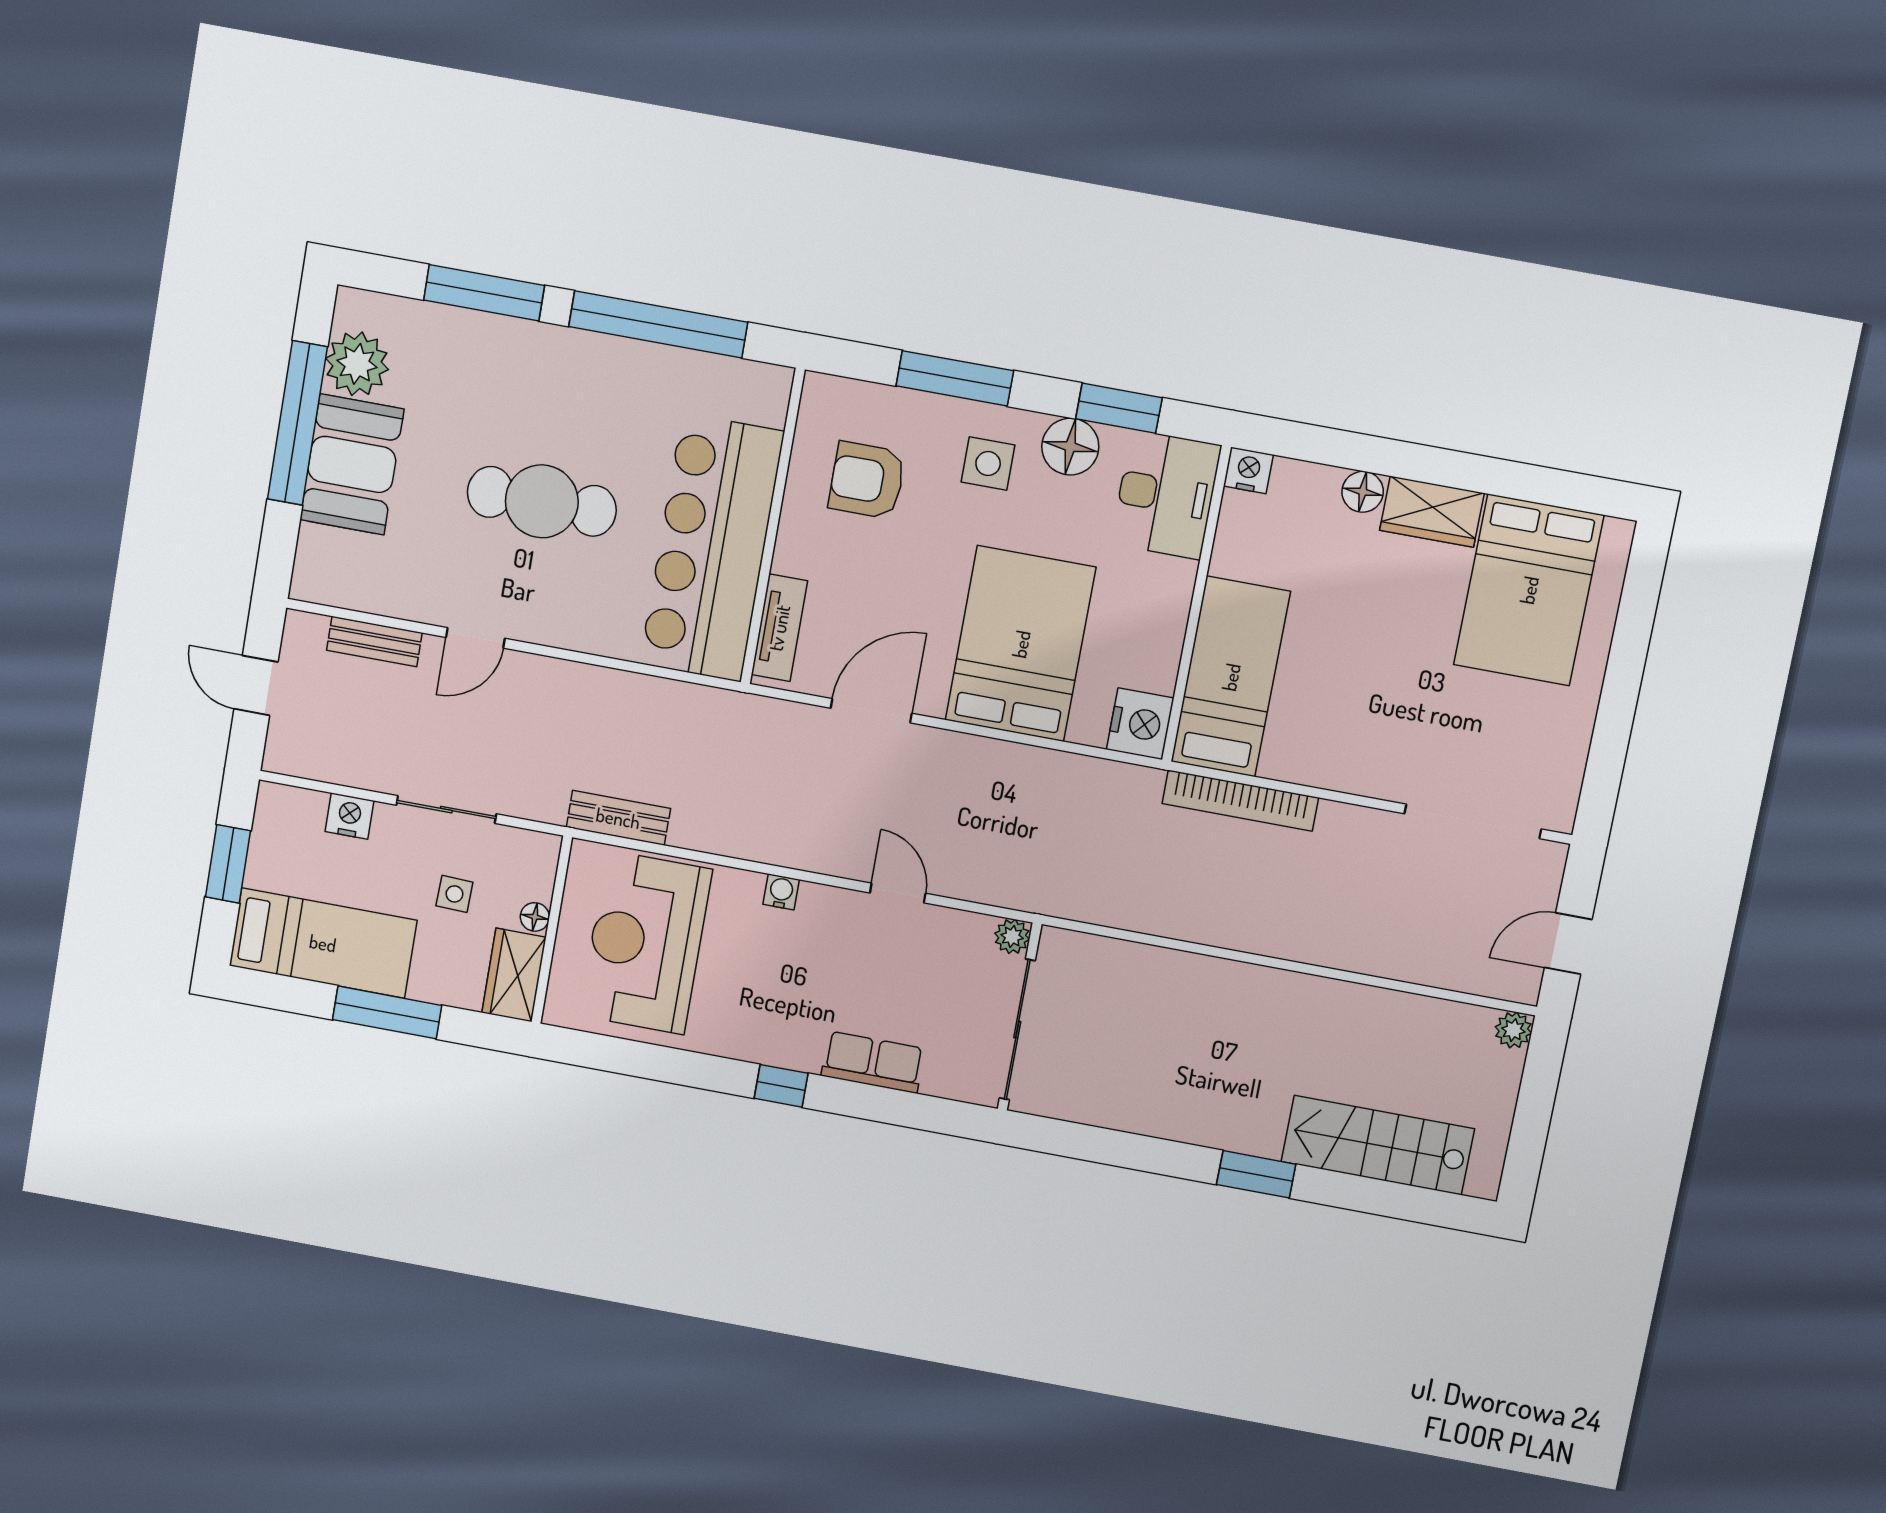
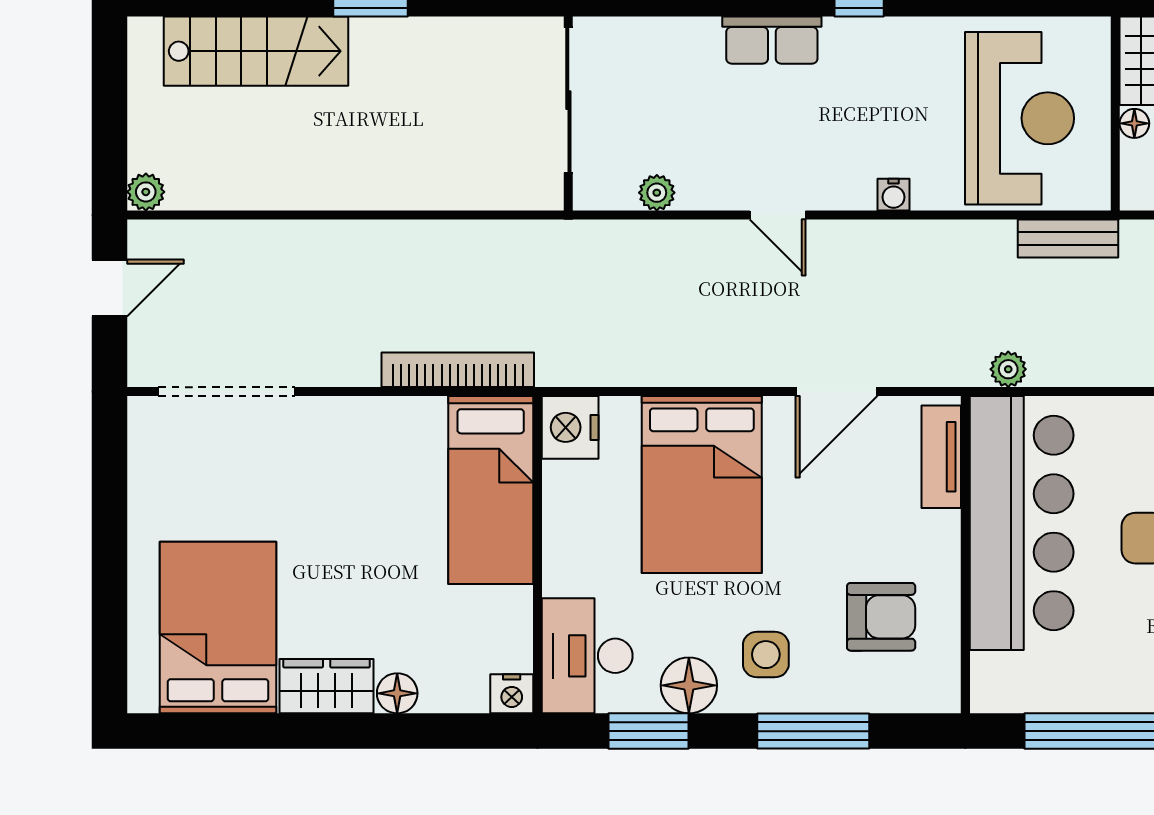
plant: (699, 701) -> (1008, 369), added
wall: (1020, 1017) -> (568, 114), moved
sliding door: (1017, 1030) -> (568, 100), moved

